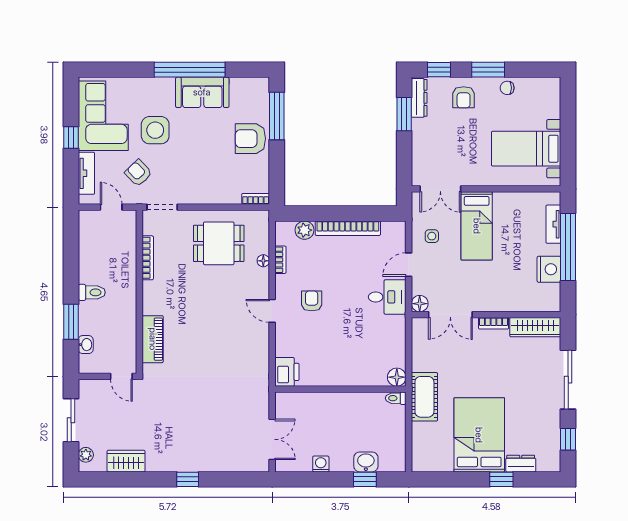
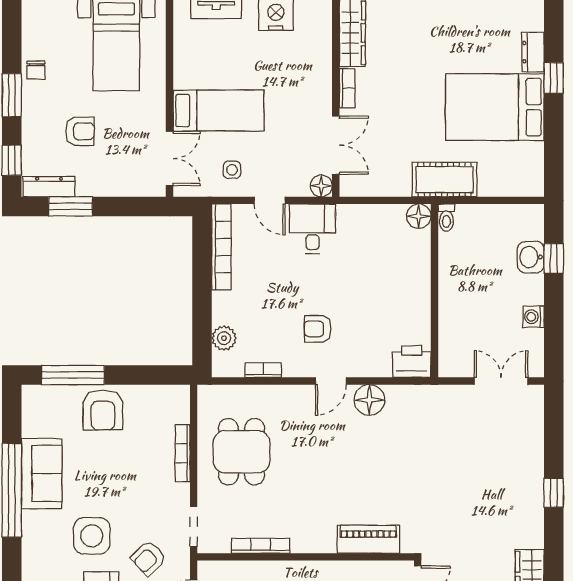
armchair: (464, 97) -> (80, 131), moved
bookcase: (256, 199) -> (183, 453), moved, width x1.56
bookcase: (348, 228) -> (221, 247), moved
floor lamp: (263, 261) -> (369, 400), moved, width x1.89, depth x1.89

